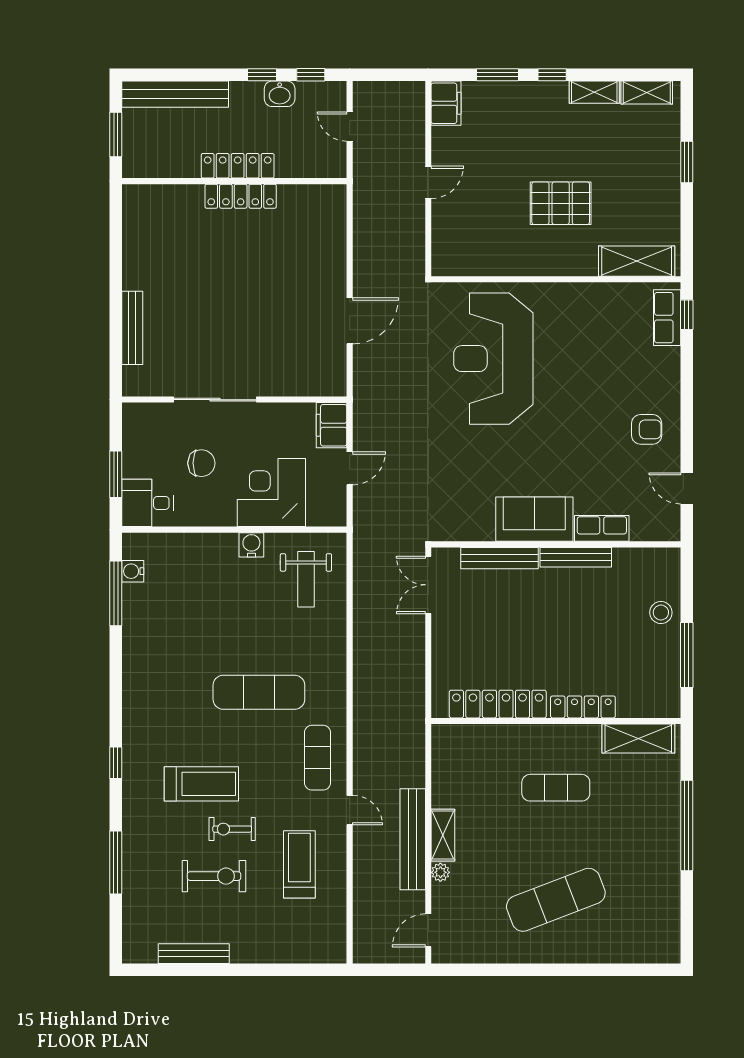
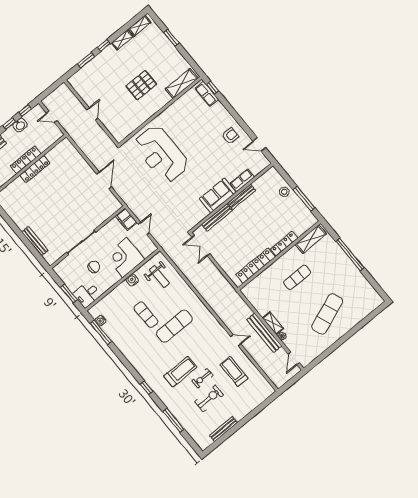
filing cabinet: (446, 103) -> (77, 83), removed
exercise mat: (317, 758) -> (146, 315), moved

